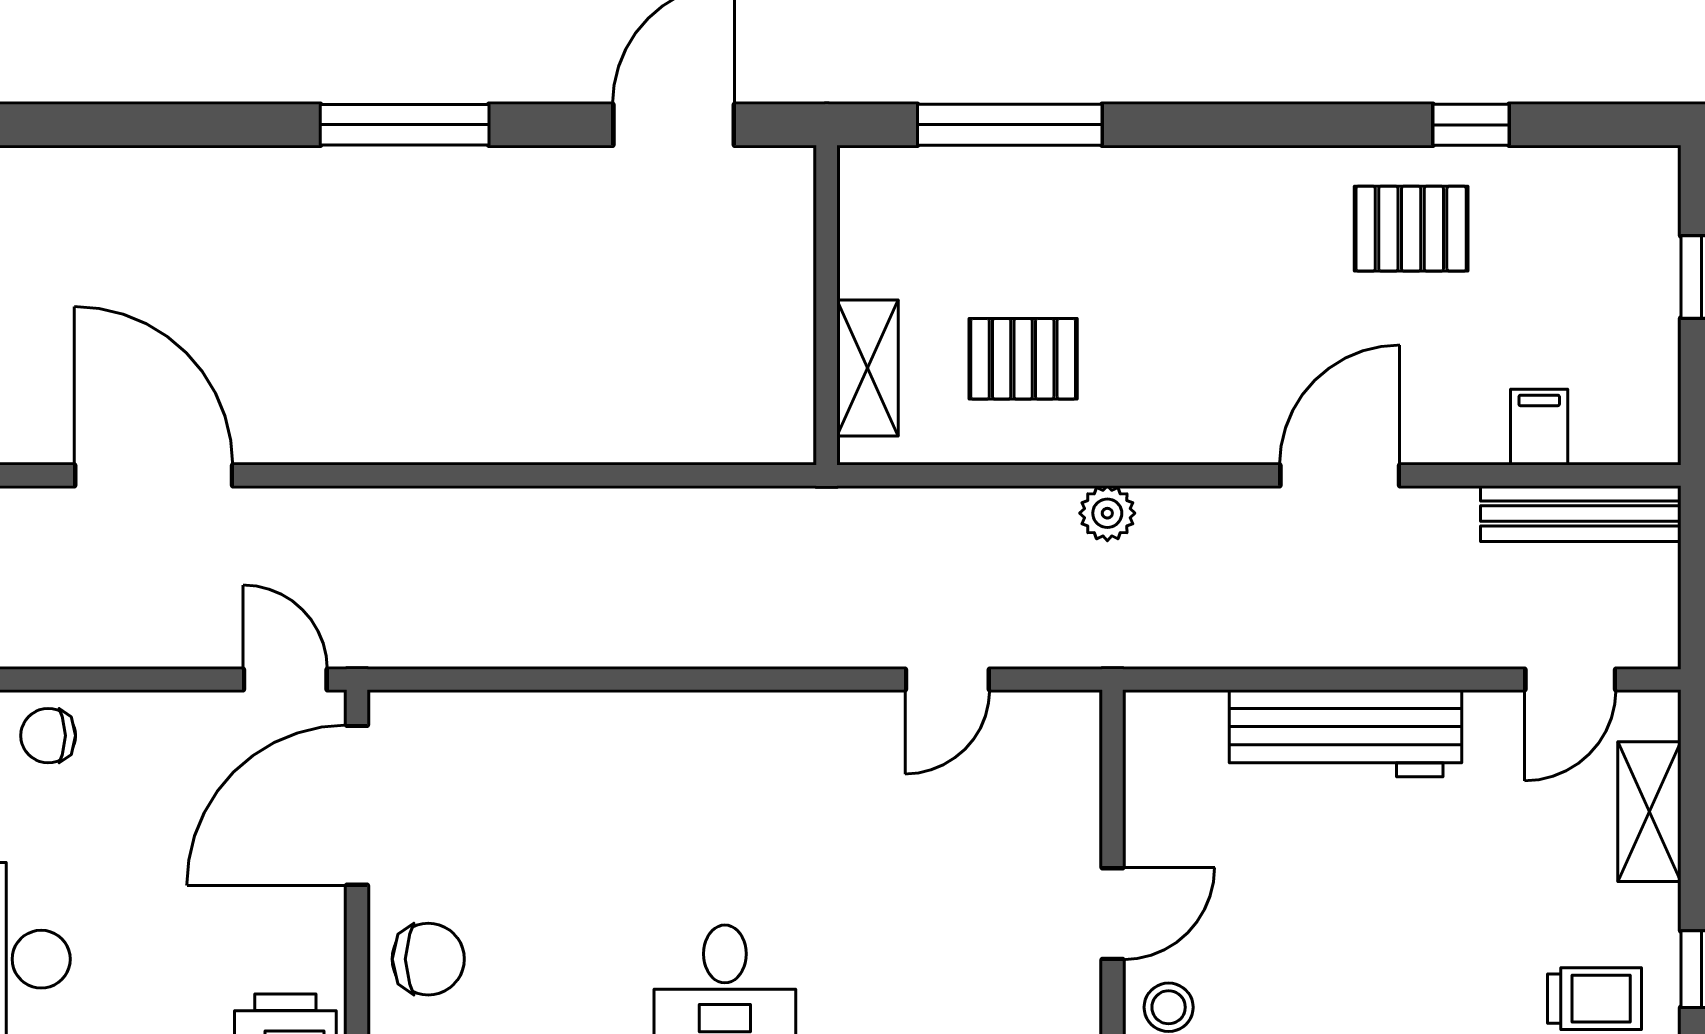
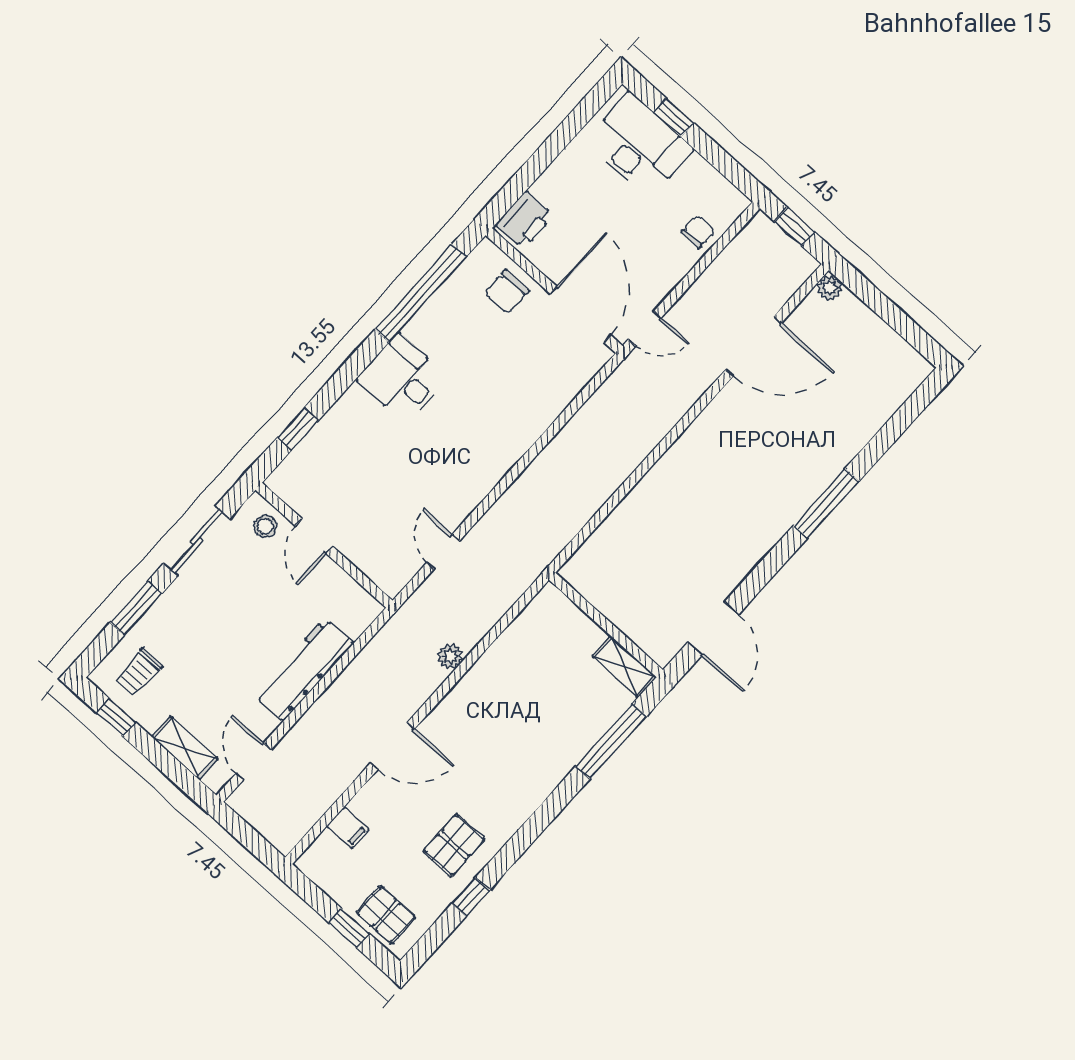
window: (405, 125) -> (826, 503), moved
pallet: (1023, 359) -> (386, 915), moved, turned 90
shelving: (868, 368) -> (624, 667), moved
door: (1340, 475) -> (392, 746), hinge flipped
bench: (1581, 514) -> (306, 816), removed

